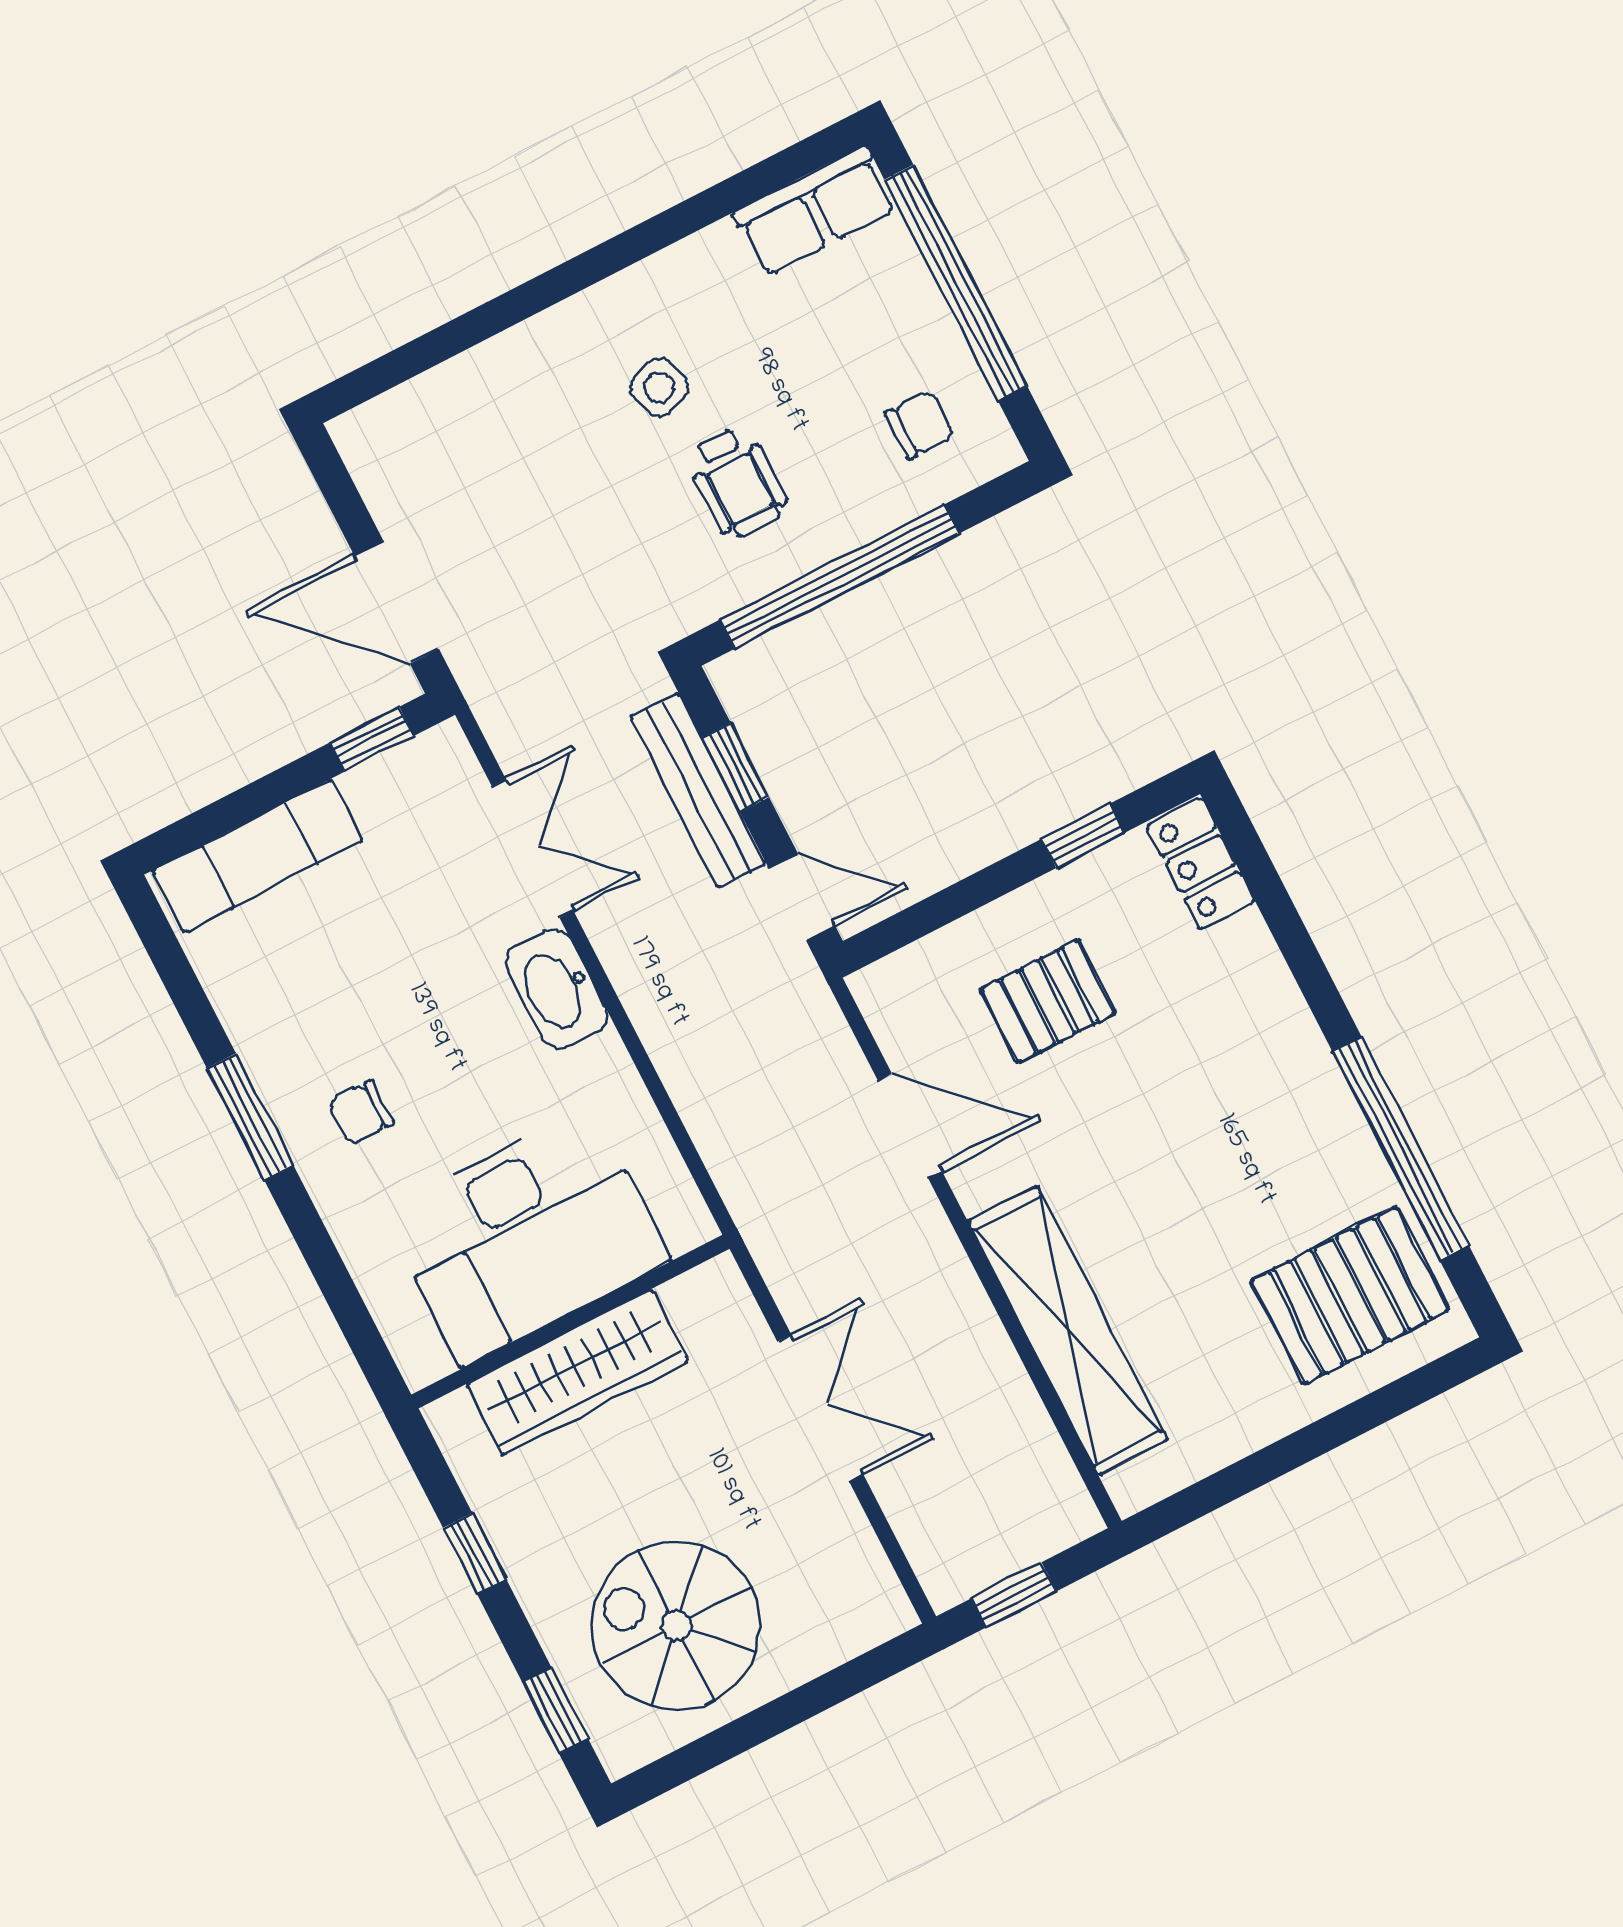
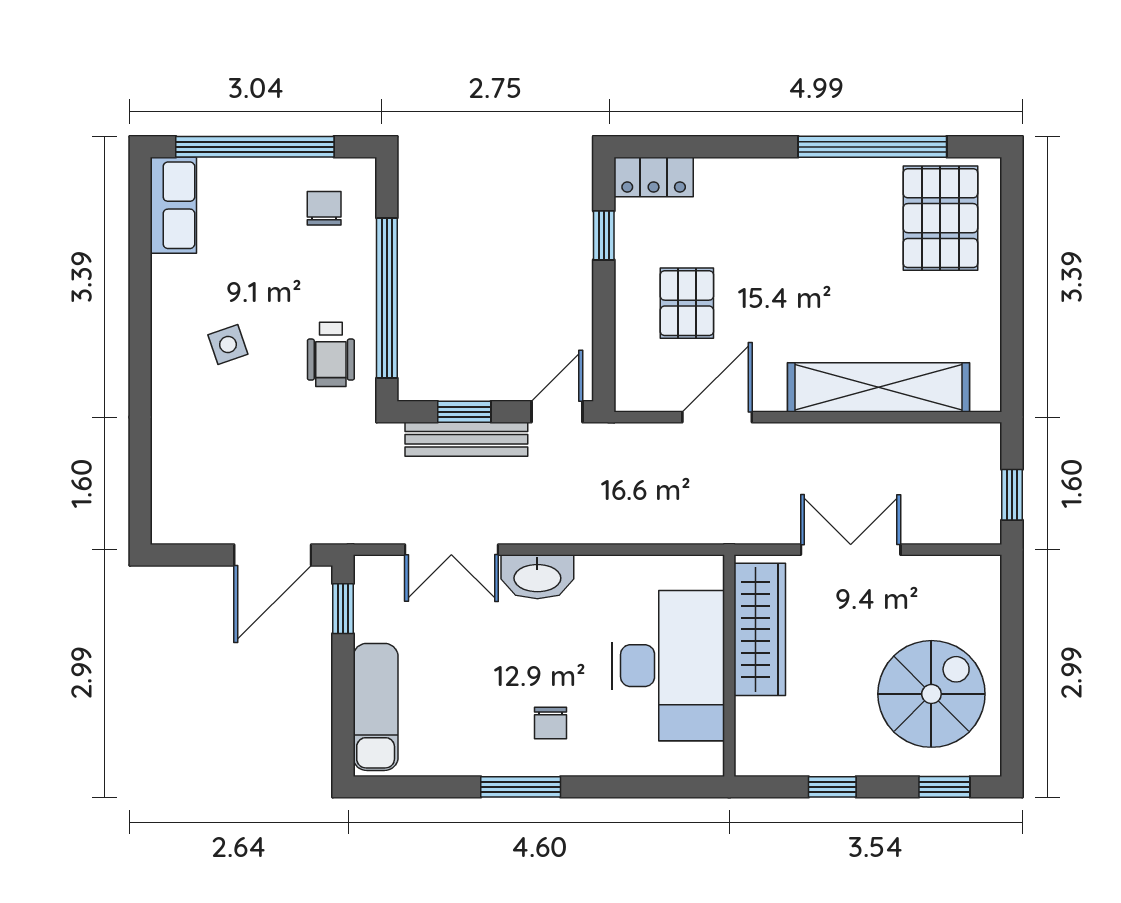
wheelchair: (737, 482) -> (331, 354), moved, turned 90
double door: (533, 849) -> (451, 550), swing flipped
wardrobe: (577, 1372) -> (760, 629), moved
spiral stairs: (676, 1626) -> (931, 694), turned 180

